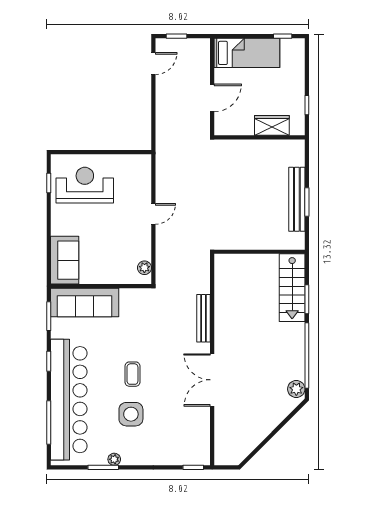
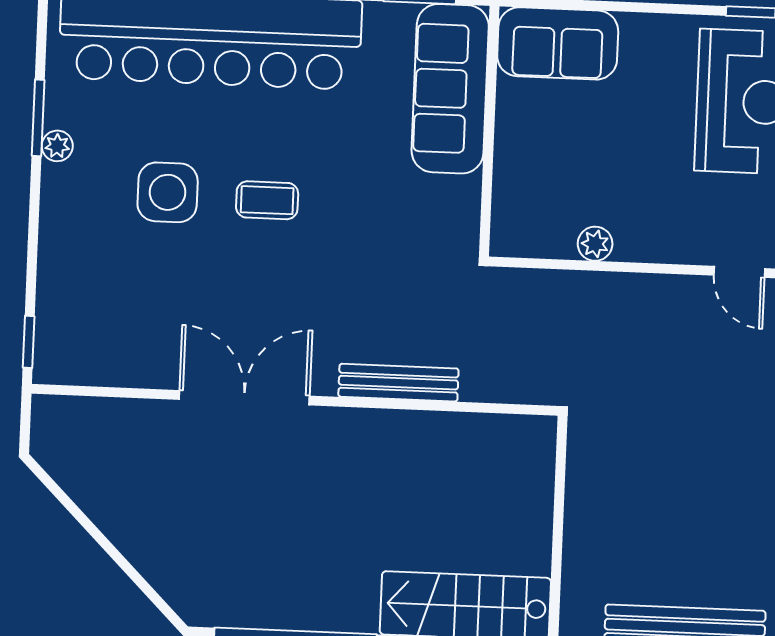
door: (153, 214) -> (739, 272), moved
plant: (144, 268) -> (595, 244), moved
plant: (296, 389) -> (213, 606), removed

